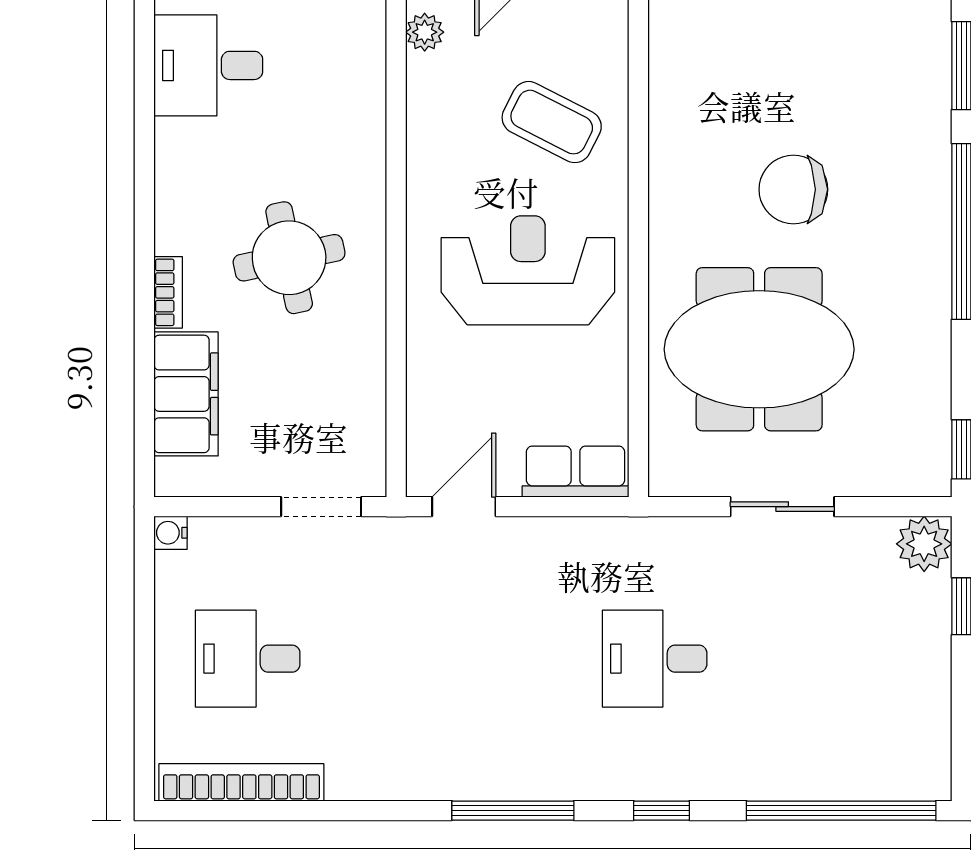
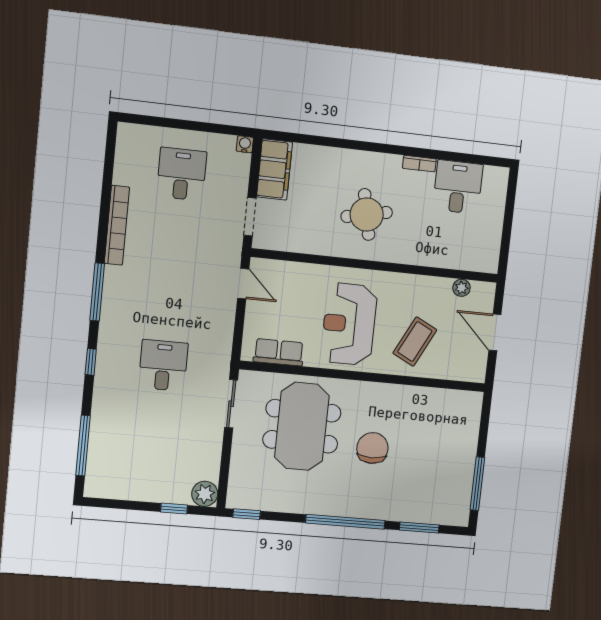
reception desk: (528, 270) -> (349, 324), turned 180
bookcase: (168, 292) -> (419, 164), moved
filing cabinet: (186, 394) -> (274, 169), moved, turned -90
row of seats: (576, 472) -> (279, 352), moved, turned -90
sliding door: (782, 507) -> (231, 404), moved
bookcase: (241, 782) -> (117, 225), moved
window: (841, 811) -> (83, 446), width x0.68

